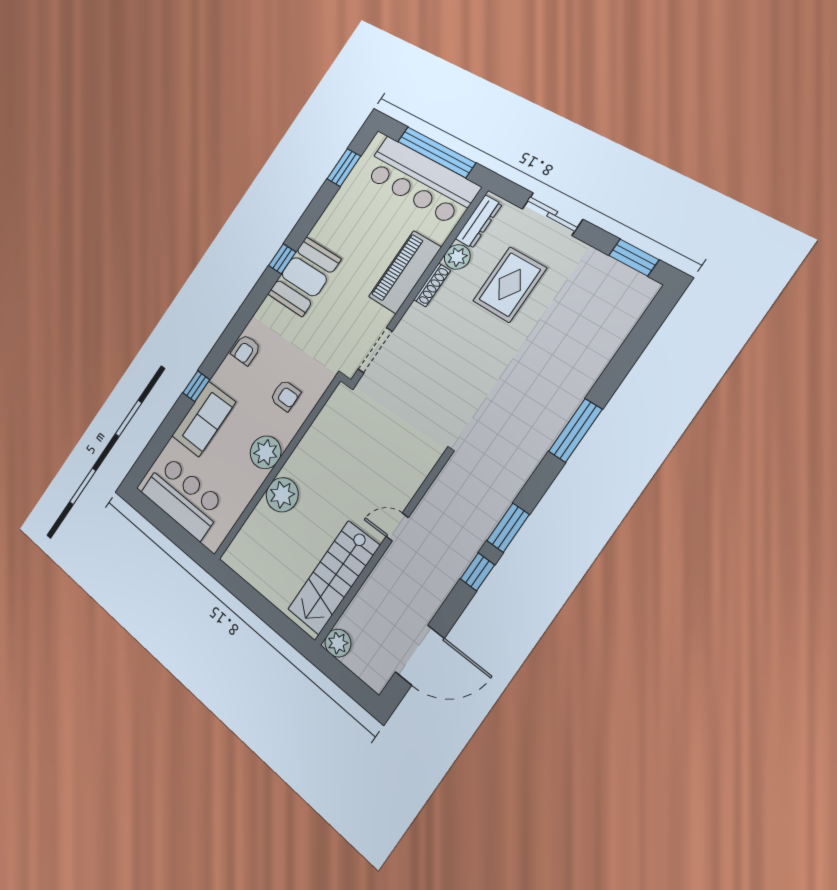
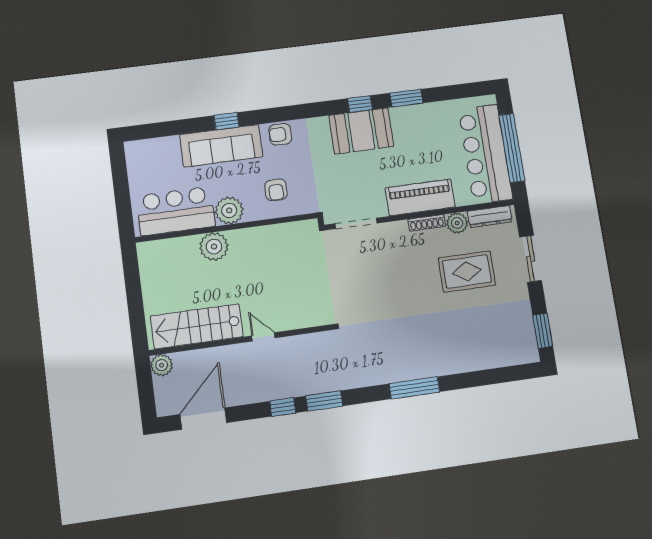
window: (344, 168) -> (406, 98), moved
sofa: (204, 419) -> (221, 146), width x1.36
bar counter: (183, 497) -> (176, 211), moved, turned -90
door: (420, 655) -> (203, 419), swing flipped

